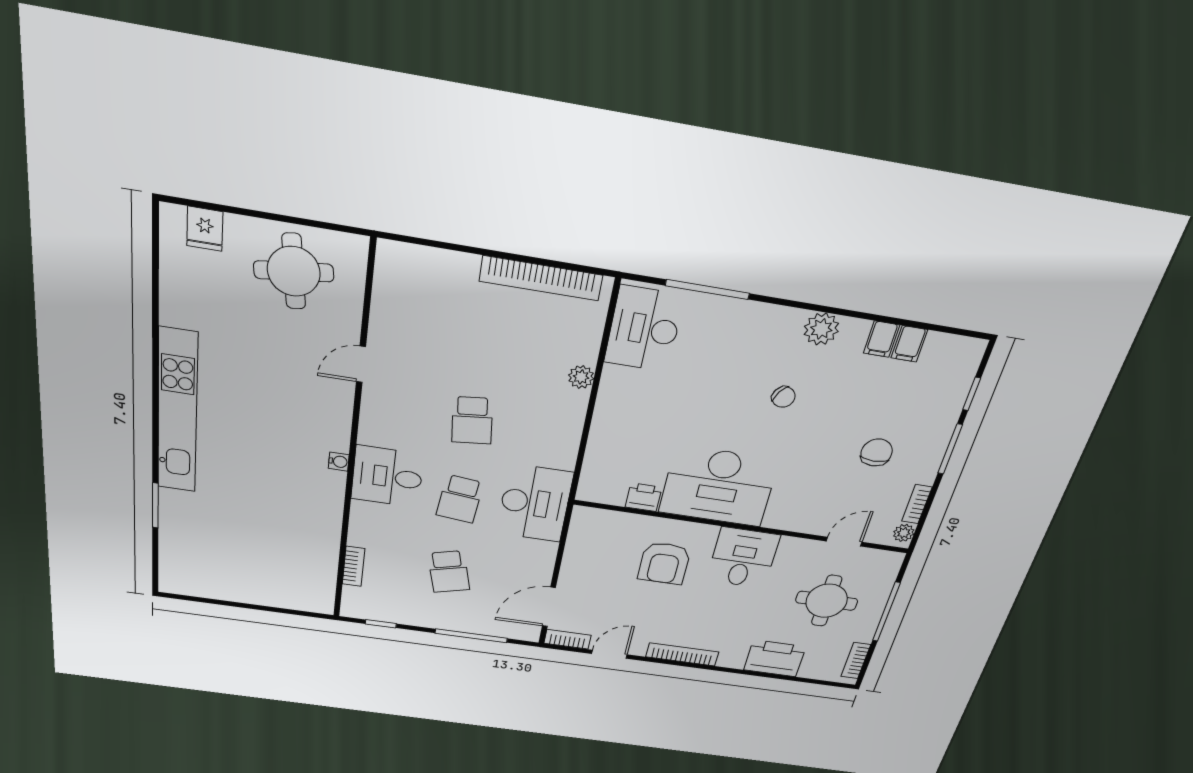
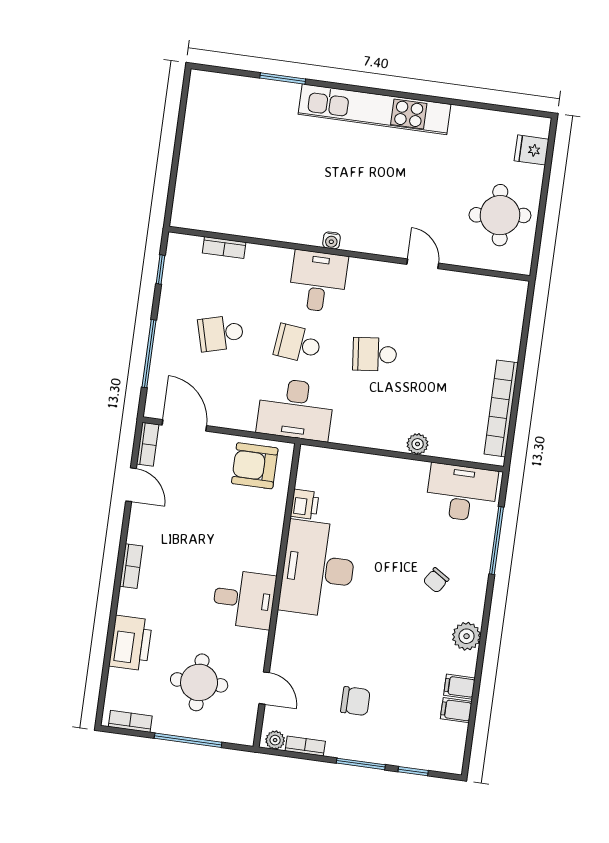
chair: (783, 397) -> (436, 580), moved
armchair: (664, 563) -> (255, 466), moved
bookcase: (682, 654) -> (131, 566), width x0.64

